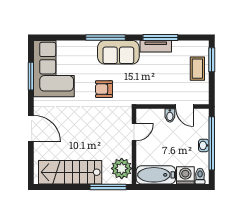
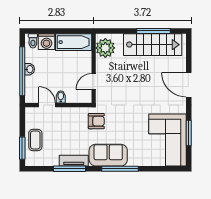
armchair: (104, 89) -> (96, 121), moved
window: (108, 187) -> (154, 31), moved

